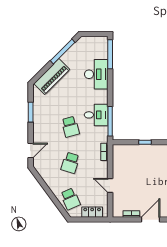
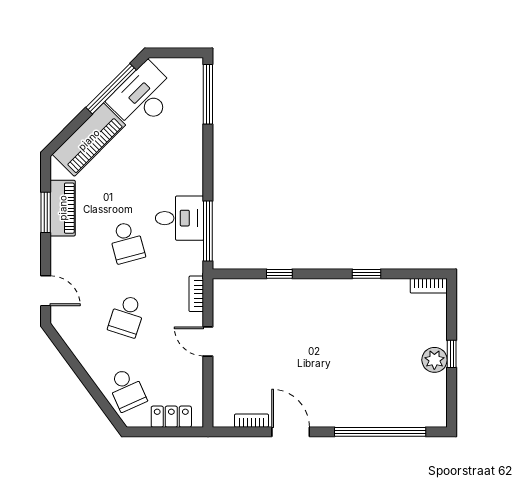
desk: (96, 74) -> (143, 97), moved, turned -135
piano: (39, 110) -> (63, 208), added
door: (31, 150) -> (46, 291), hinge flipped
door: (110, 186) -> (208, 341), moved
door: (151, 220) -> (291, 432), hinge flipped

